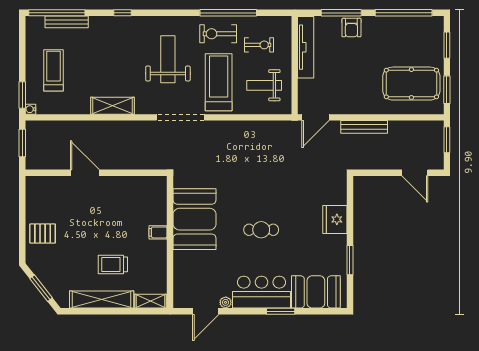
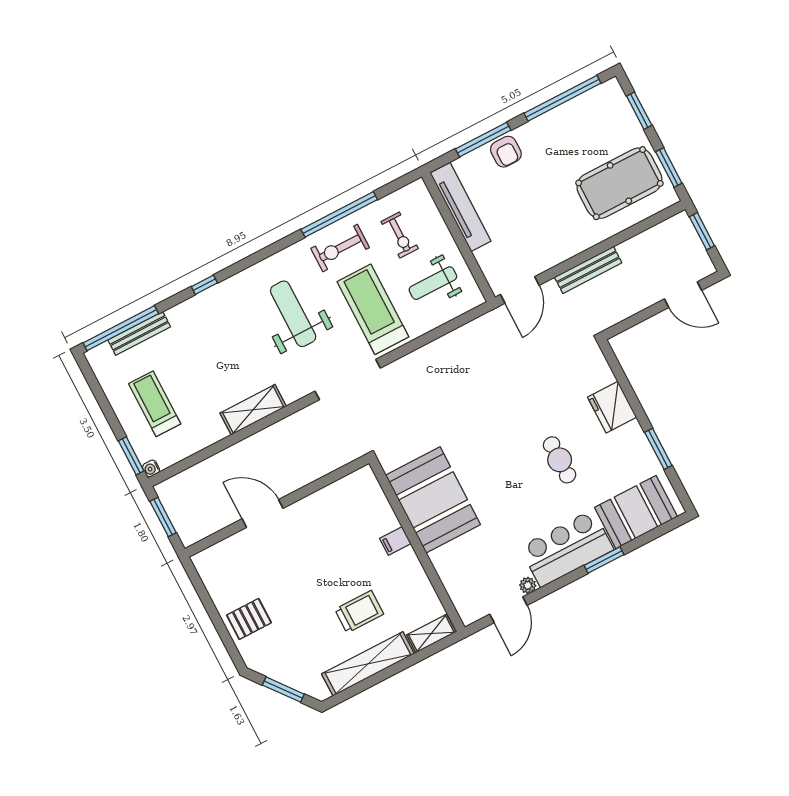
exercise bike: (259, 45) -> (400, 235), turned 90
cafe table: (261, 230) -> (560, 460), moved, turned 90
trolley: (113, 264) -> (359, 612), turned 180

